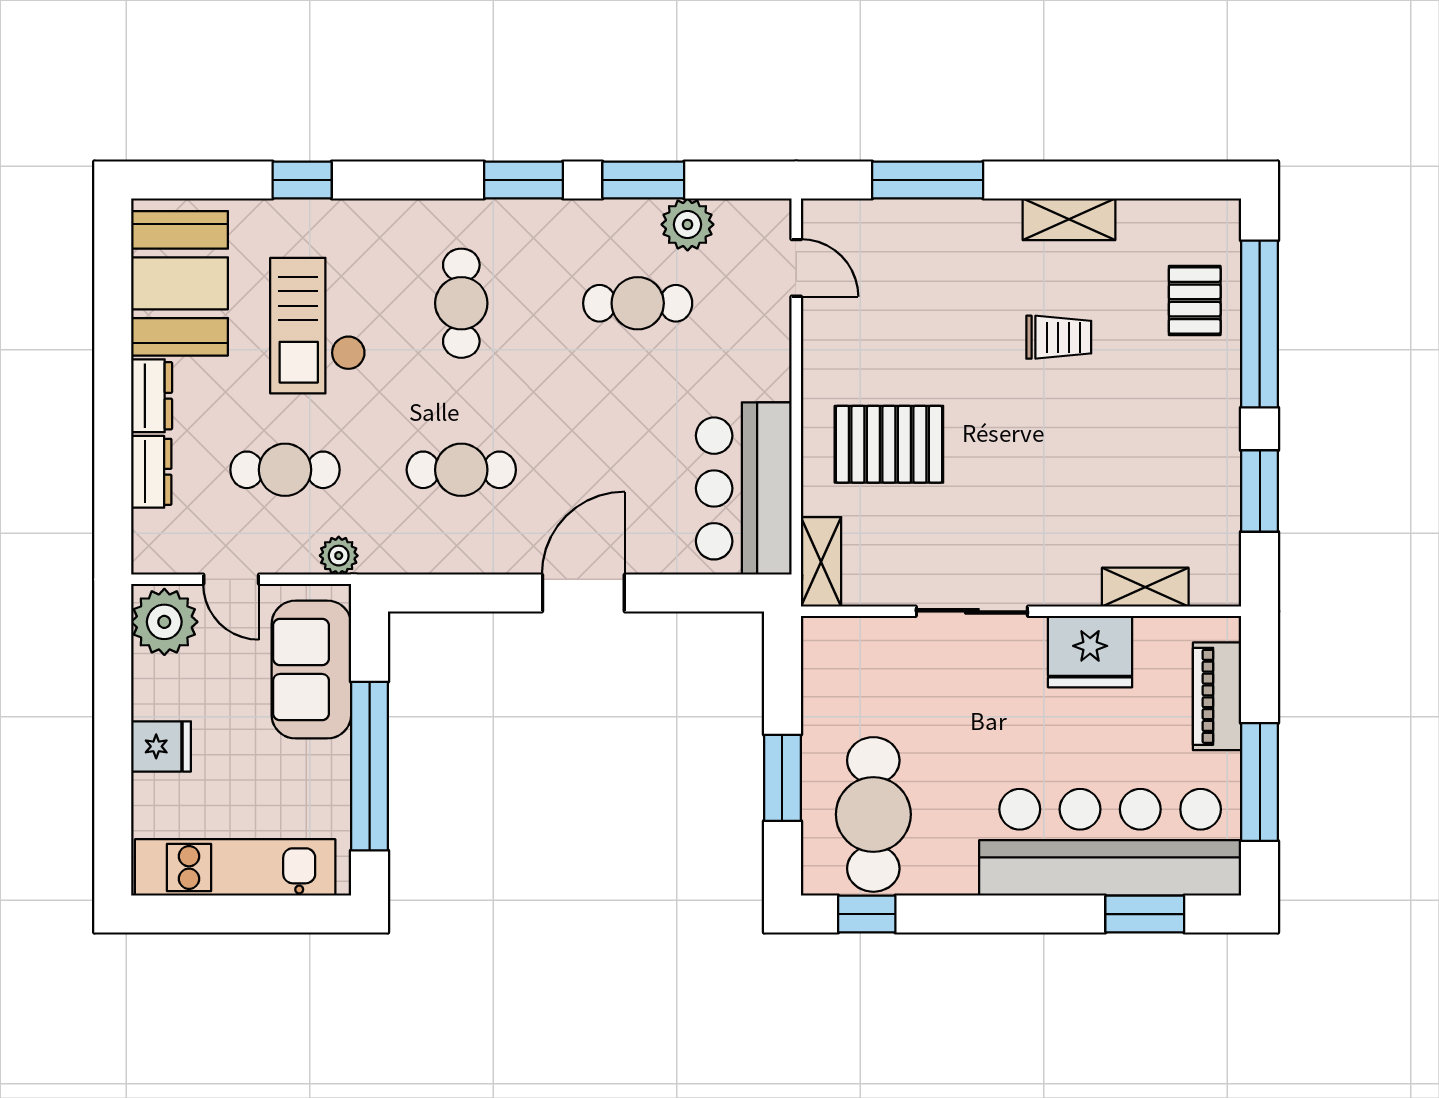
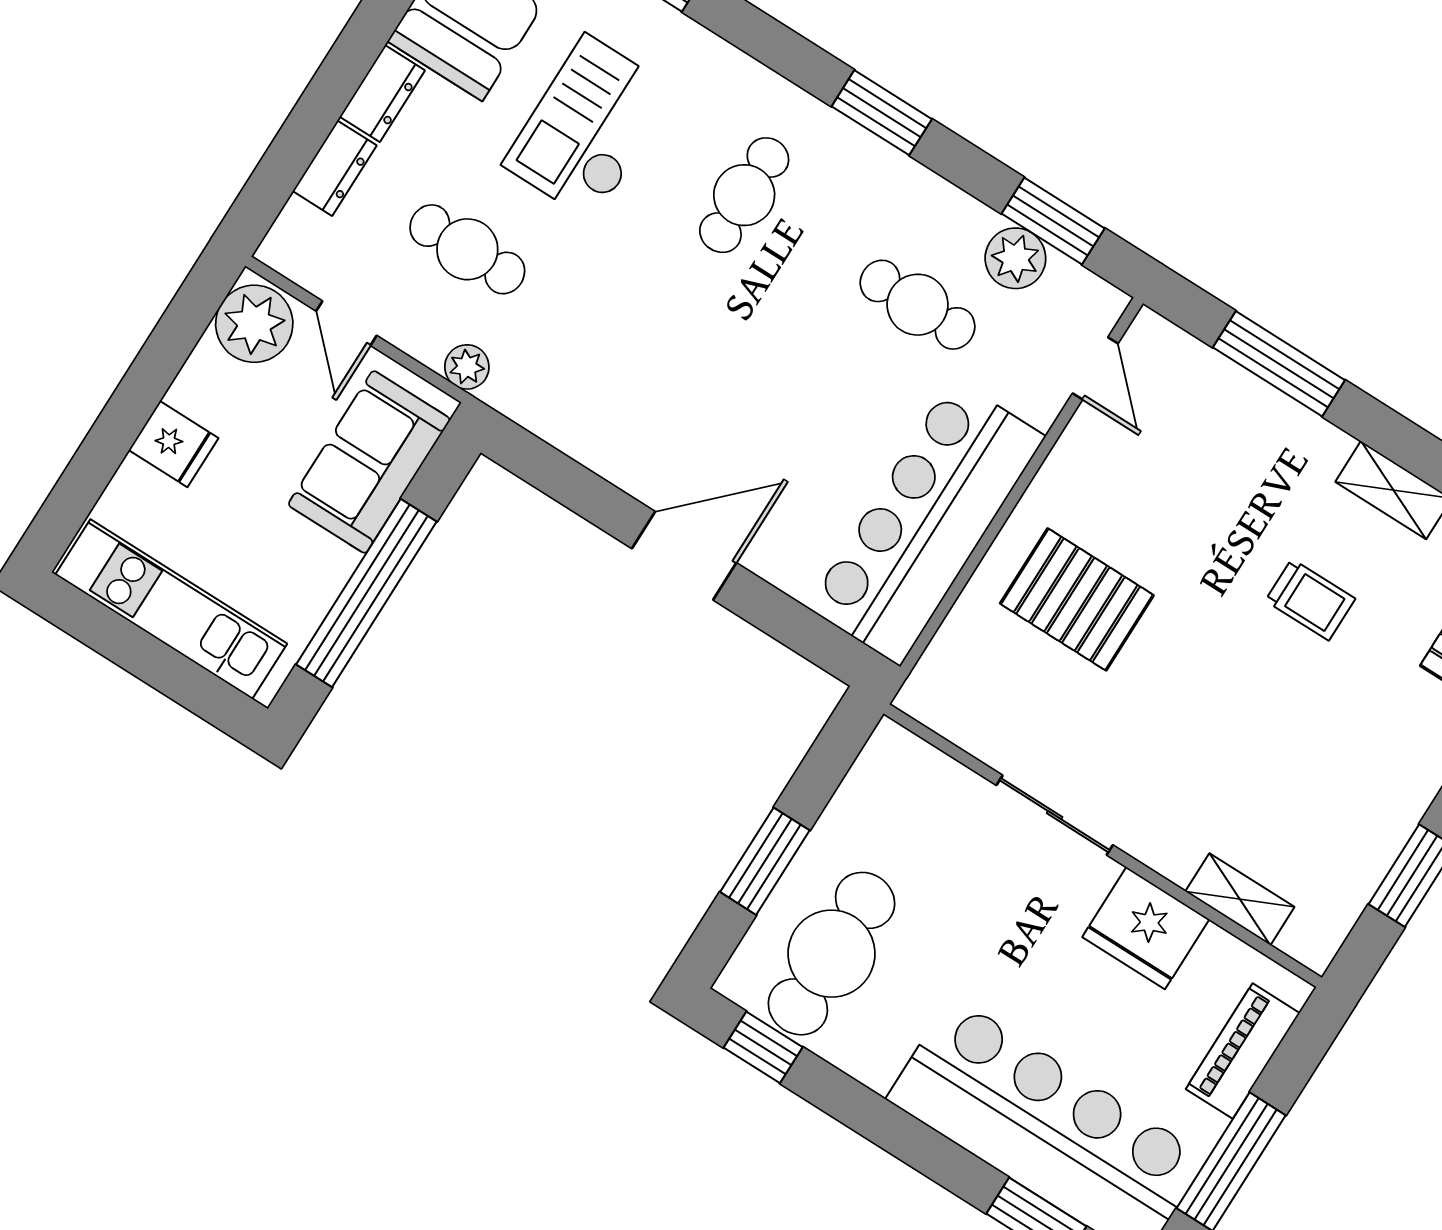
window: (643, 180) -> (1053, 221), moved
cafe table: (461, 470) -> (641, 359), removed
bar counter: (744, 488) -> (926, 522), width x1.36
shelving: (821, 562) -> (937, 673), removed

